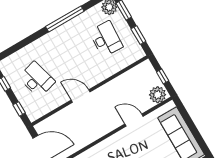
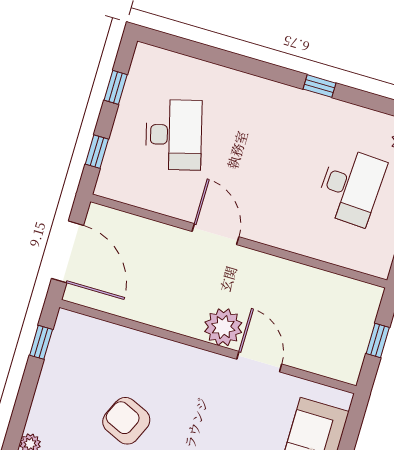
window: (65, 19) -> (319, 86), width x0.32
plant: (158, 95) -> (223, 327), moved

